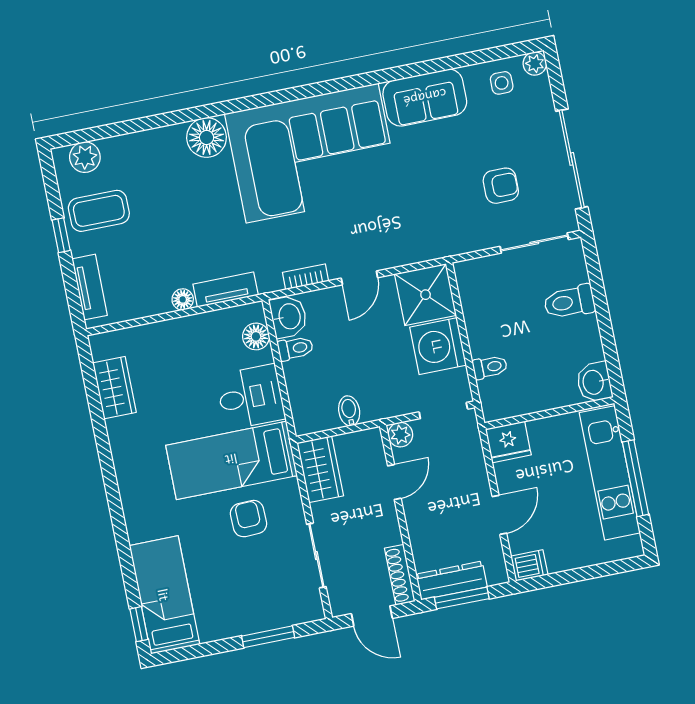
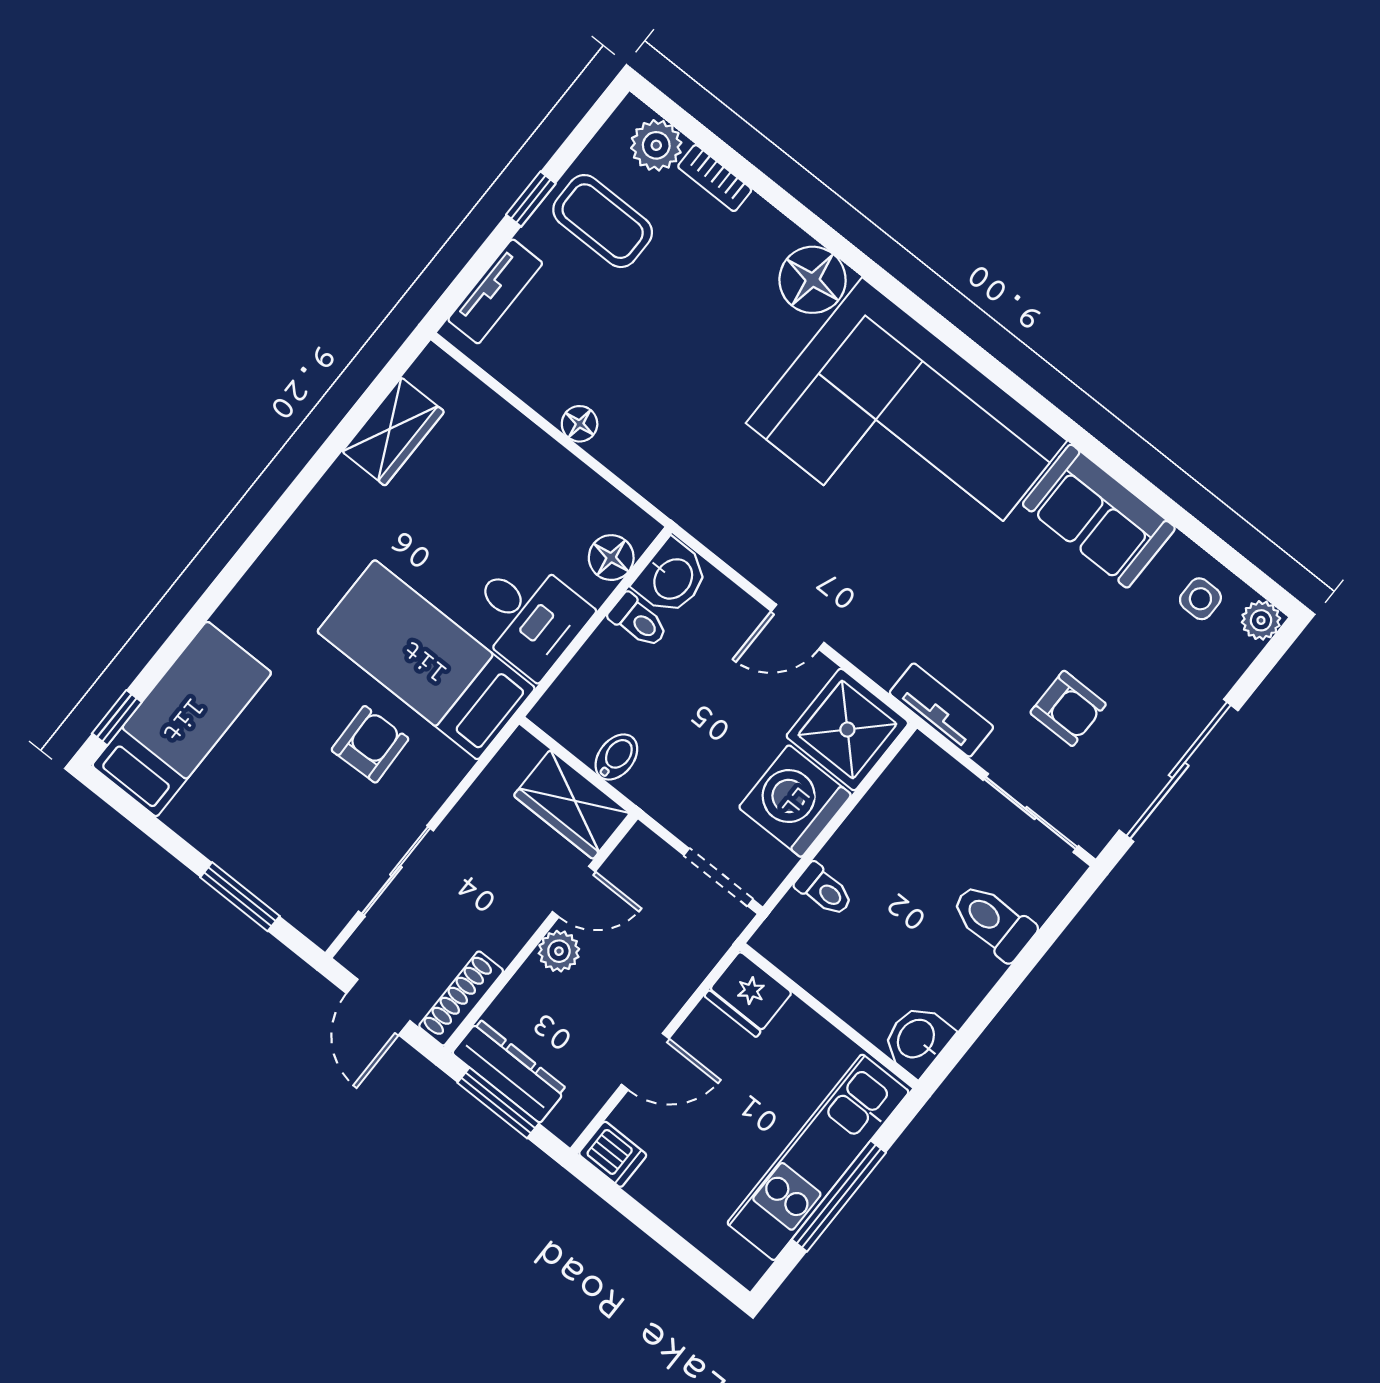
bookcase: (306, 277) -> (715, 178), moved, turned 180
tv unit: (226, 290) -> (941, 710), moved
plant: (400, 435) -> (559, 951), moved
wardrobe: (320, 469) -> (572, 804), moved, turned 90

